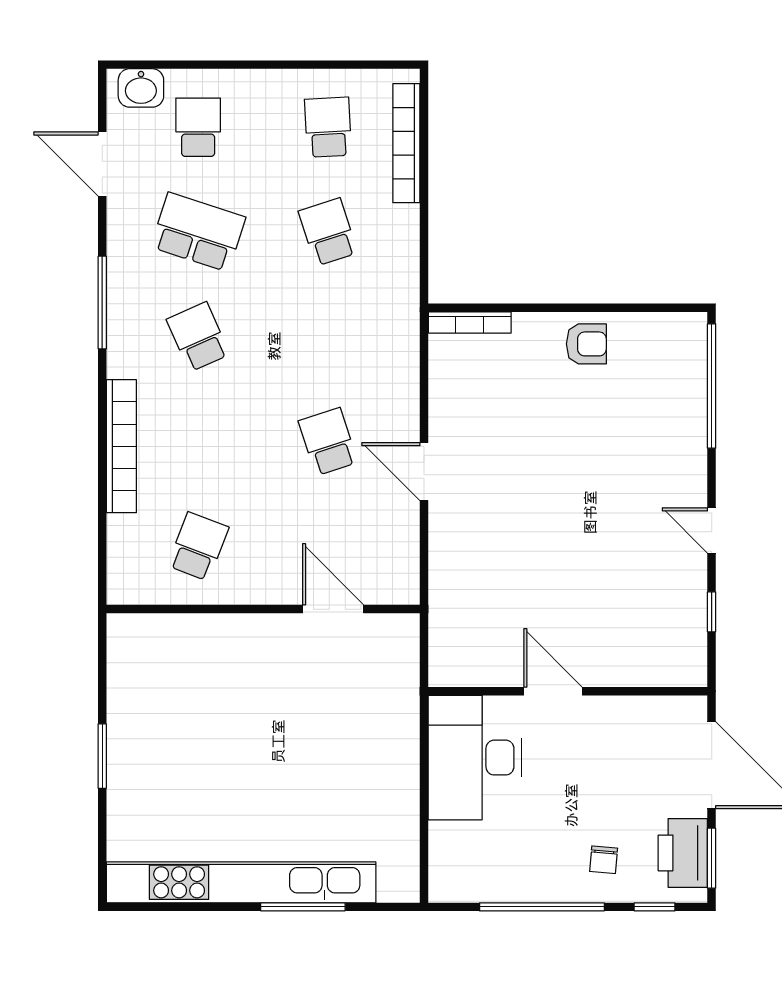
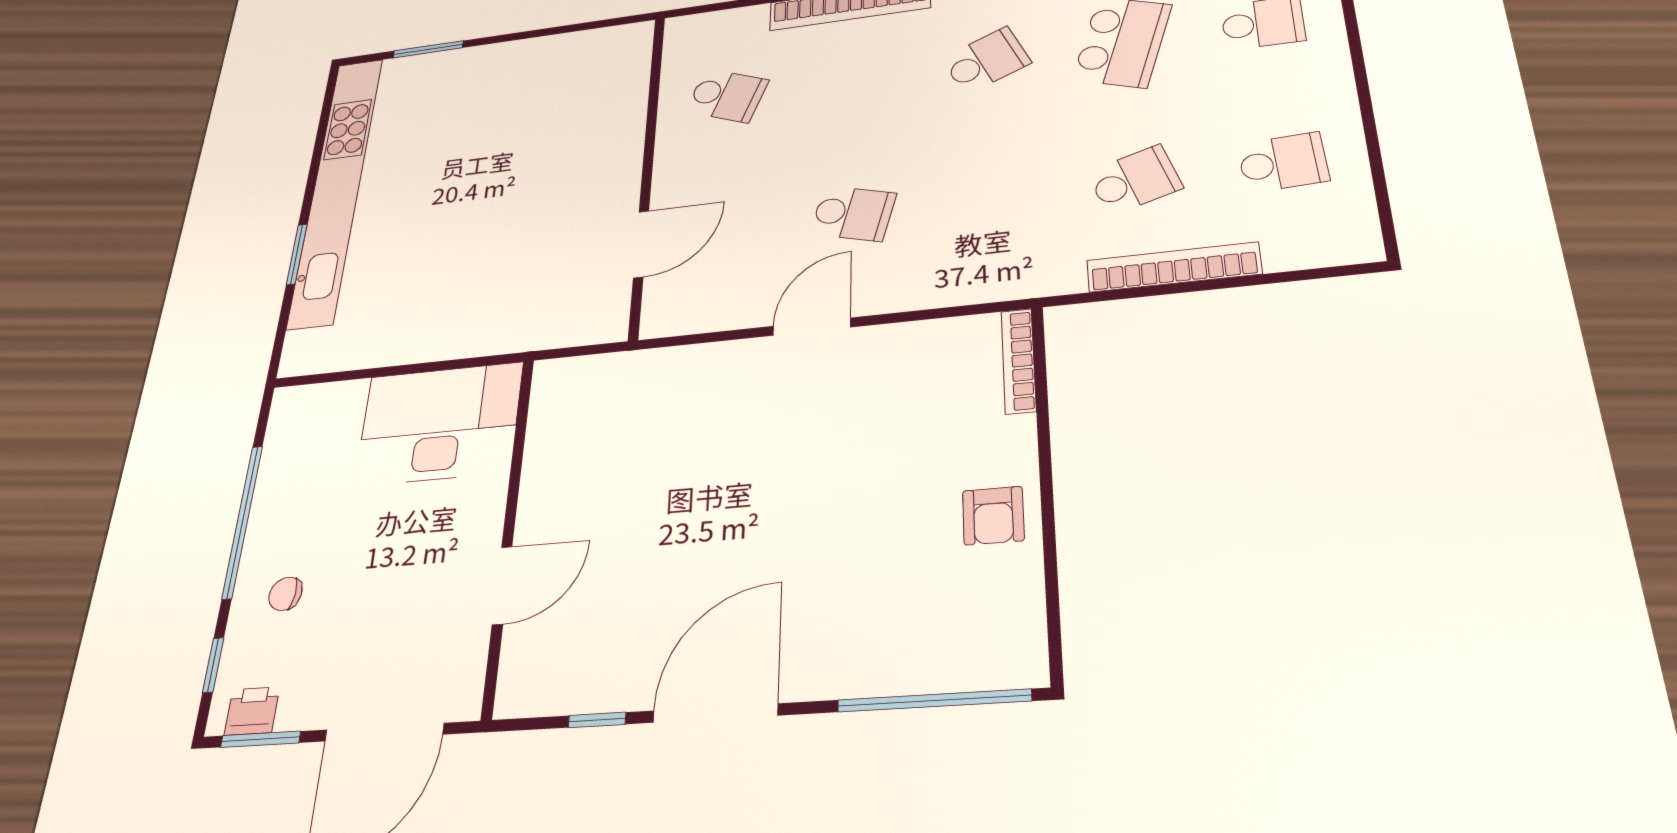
bookcase: (406, 143) -> (1173, 267), moved
school desk: (328, 442) -> (853, 214), turned 33
door: (712, 530) -> (715, 713), width x1.88
door: (553, 691) -> (502, 585), moved
window: (102, 756) -> (428, 49), moved
printer: (683, 853) -> (252, 711), width x0.53, depth x0.68
window: (303, 907) -> (297, 254), width x0.69

